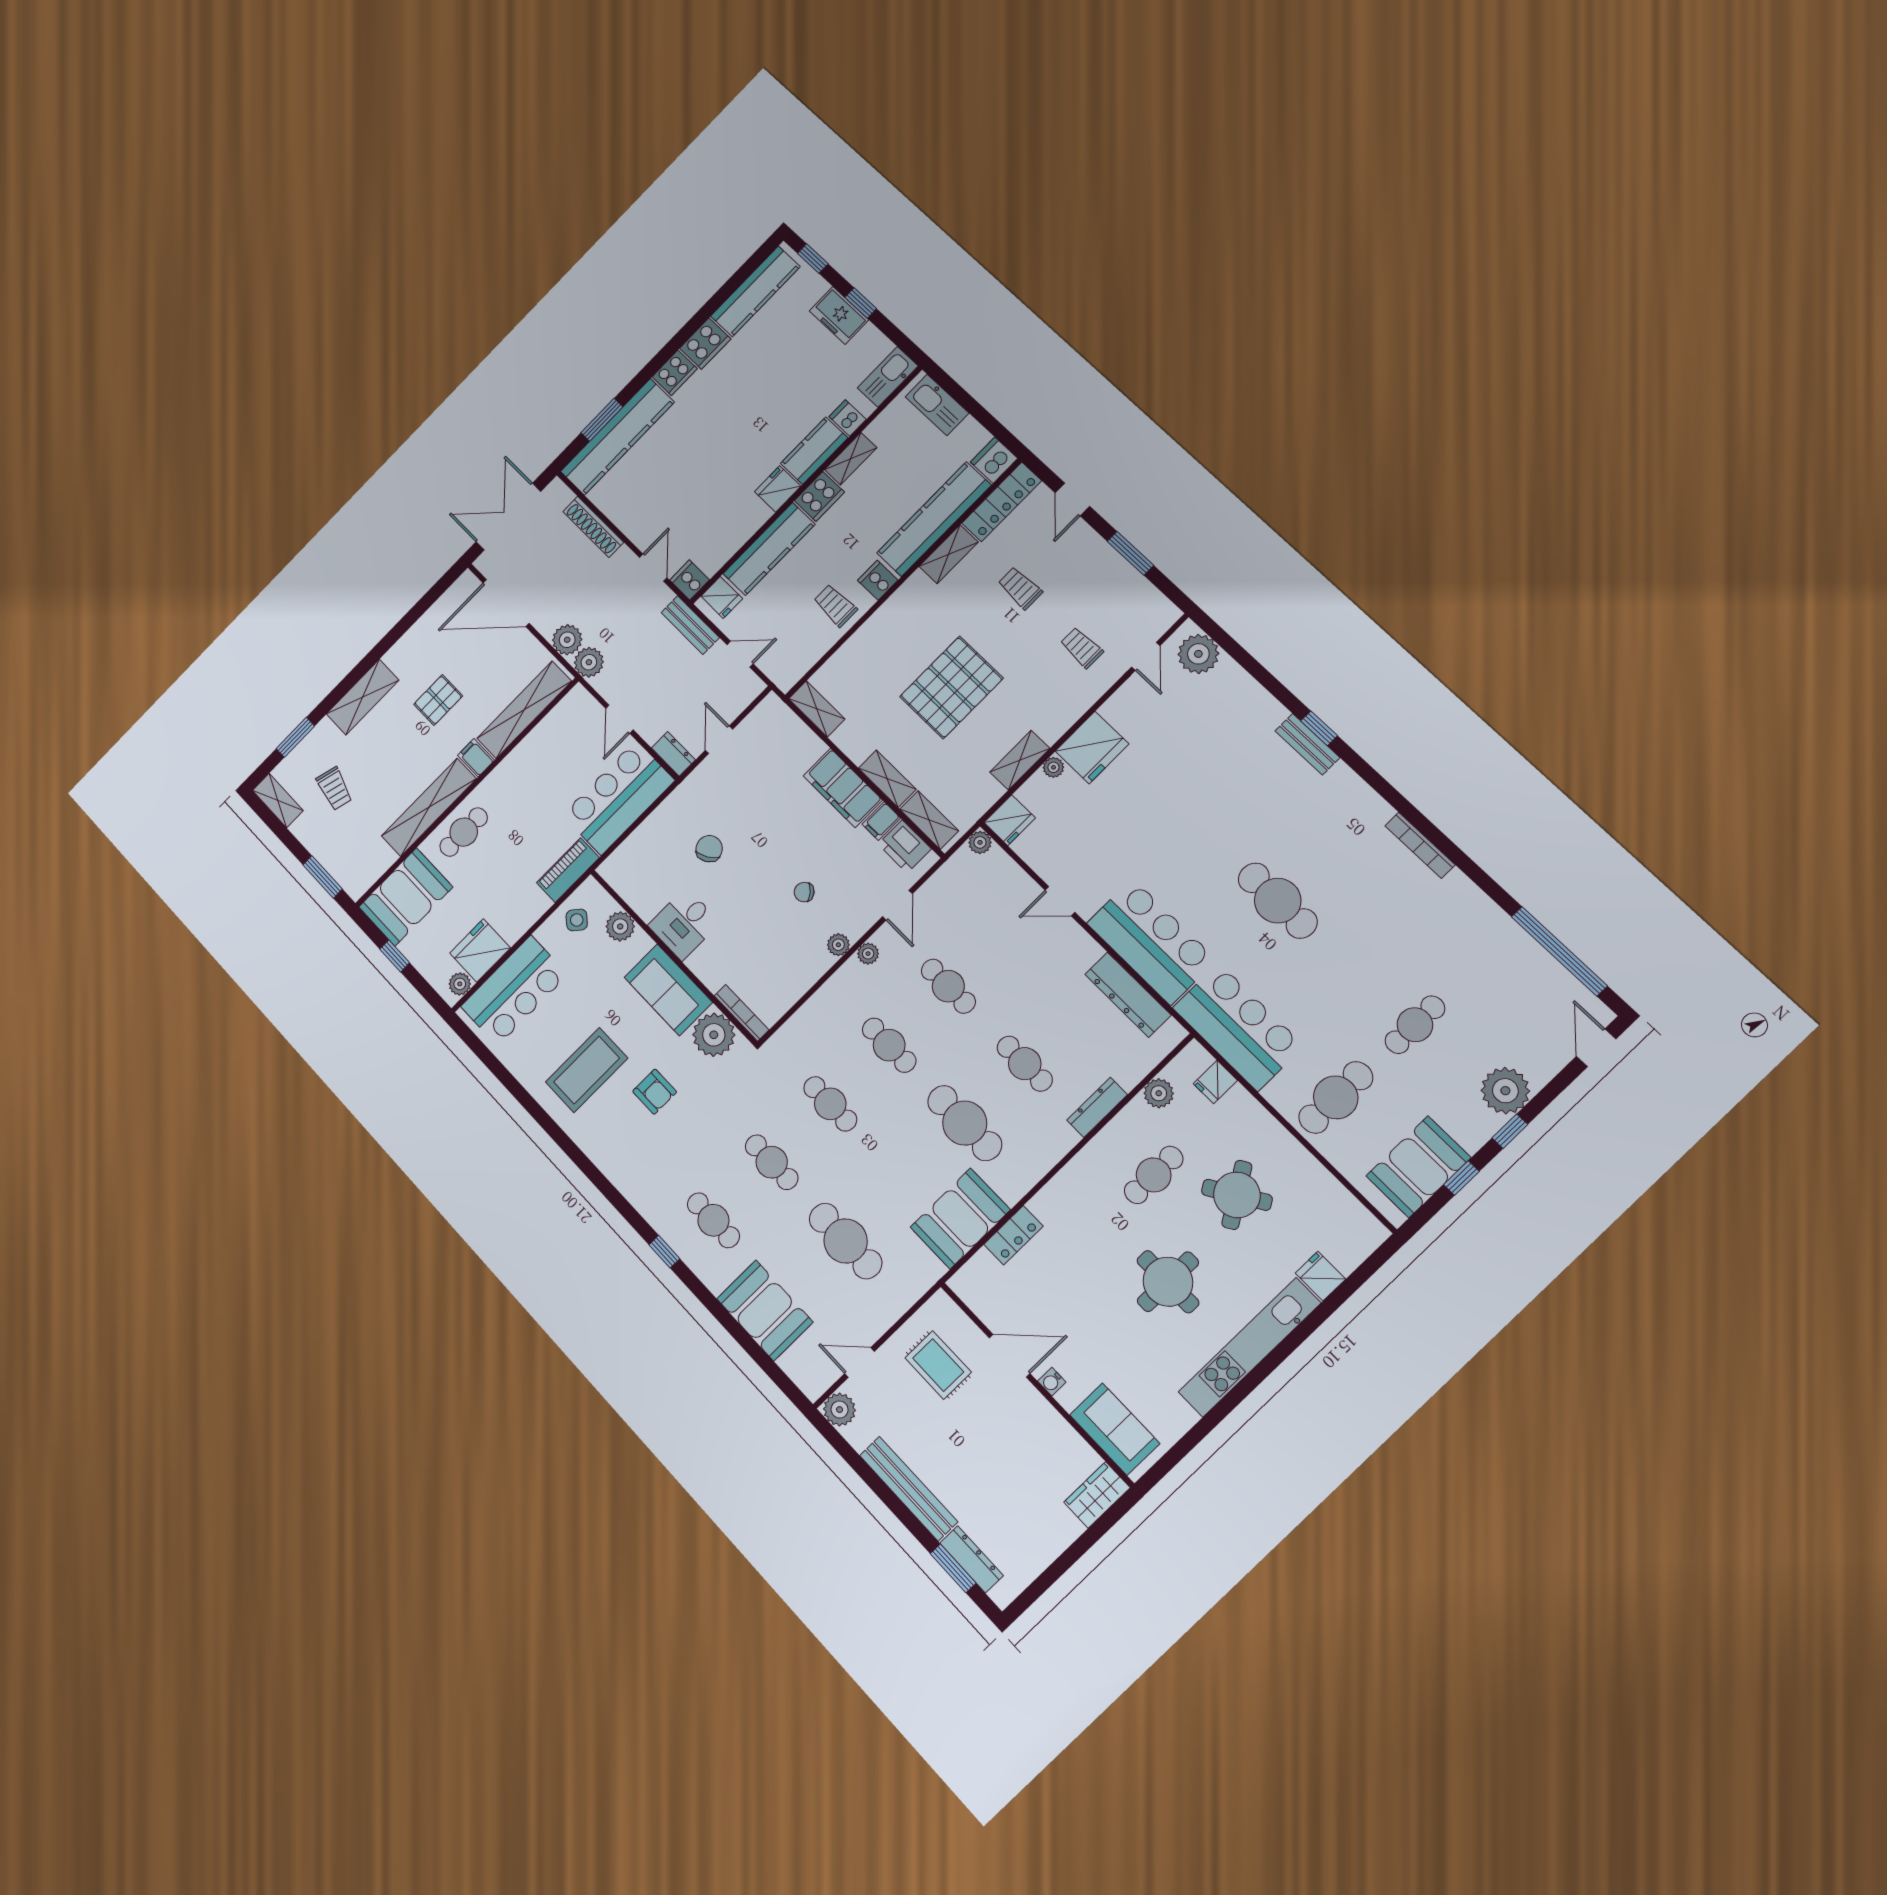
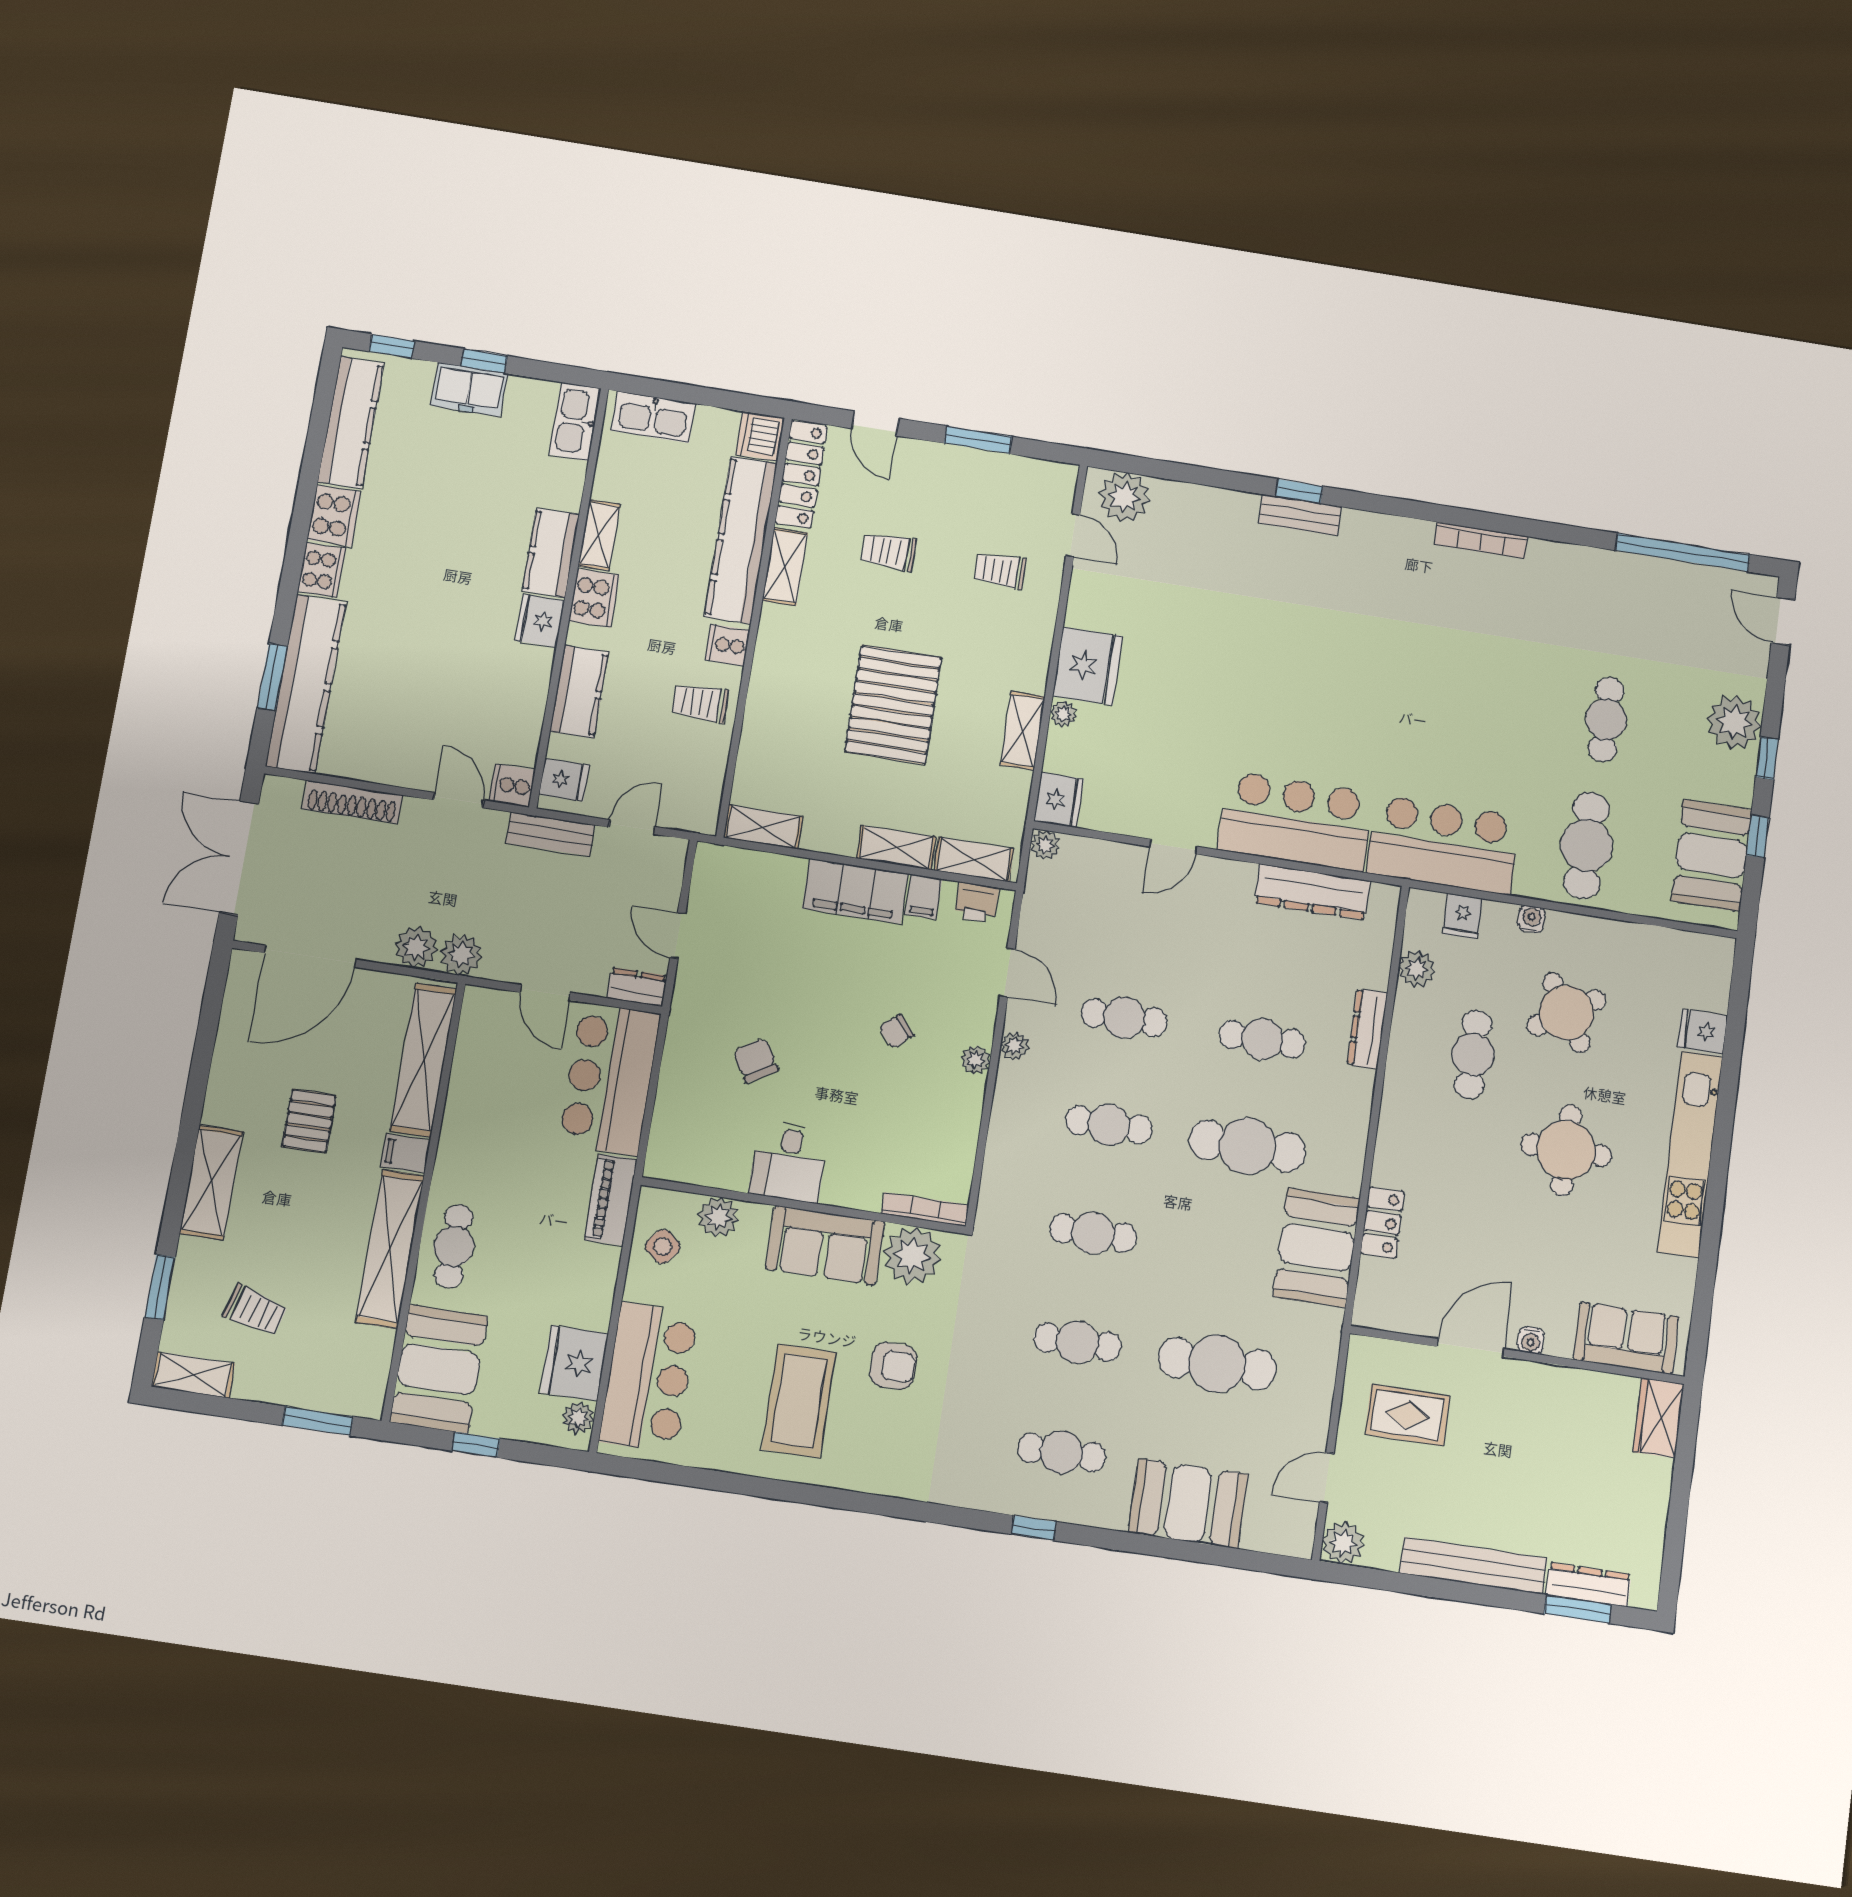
dishwasher: (847, 418) -> (562, 494), removed
kitchen counter: (769, 549) -> (579, 692), width x0.67
printer: (905, 846) -> (977, 903), width x0.73, depth x0.81
cafe table: (1278, 901) -> (1387, 691), removed
water cooler: (1260, 1118) -> (1531, 919), added

